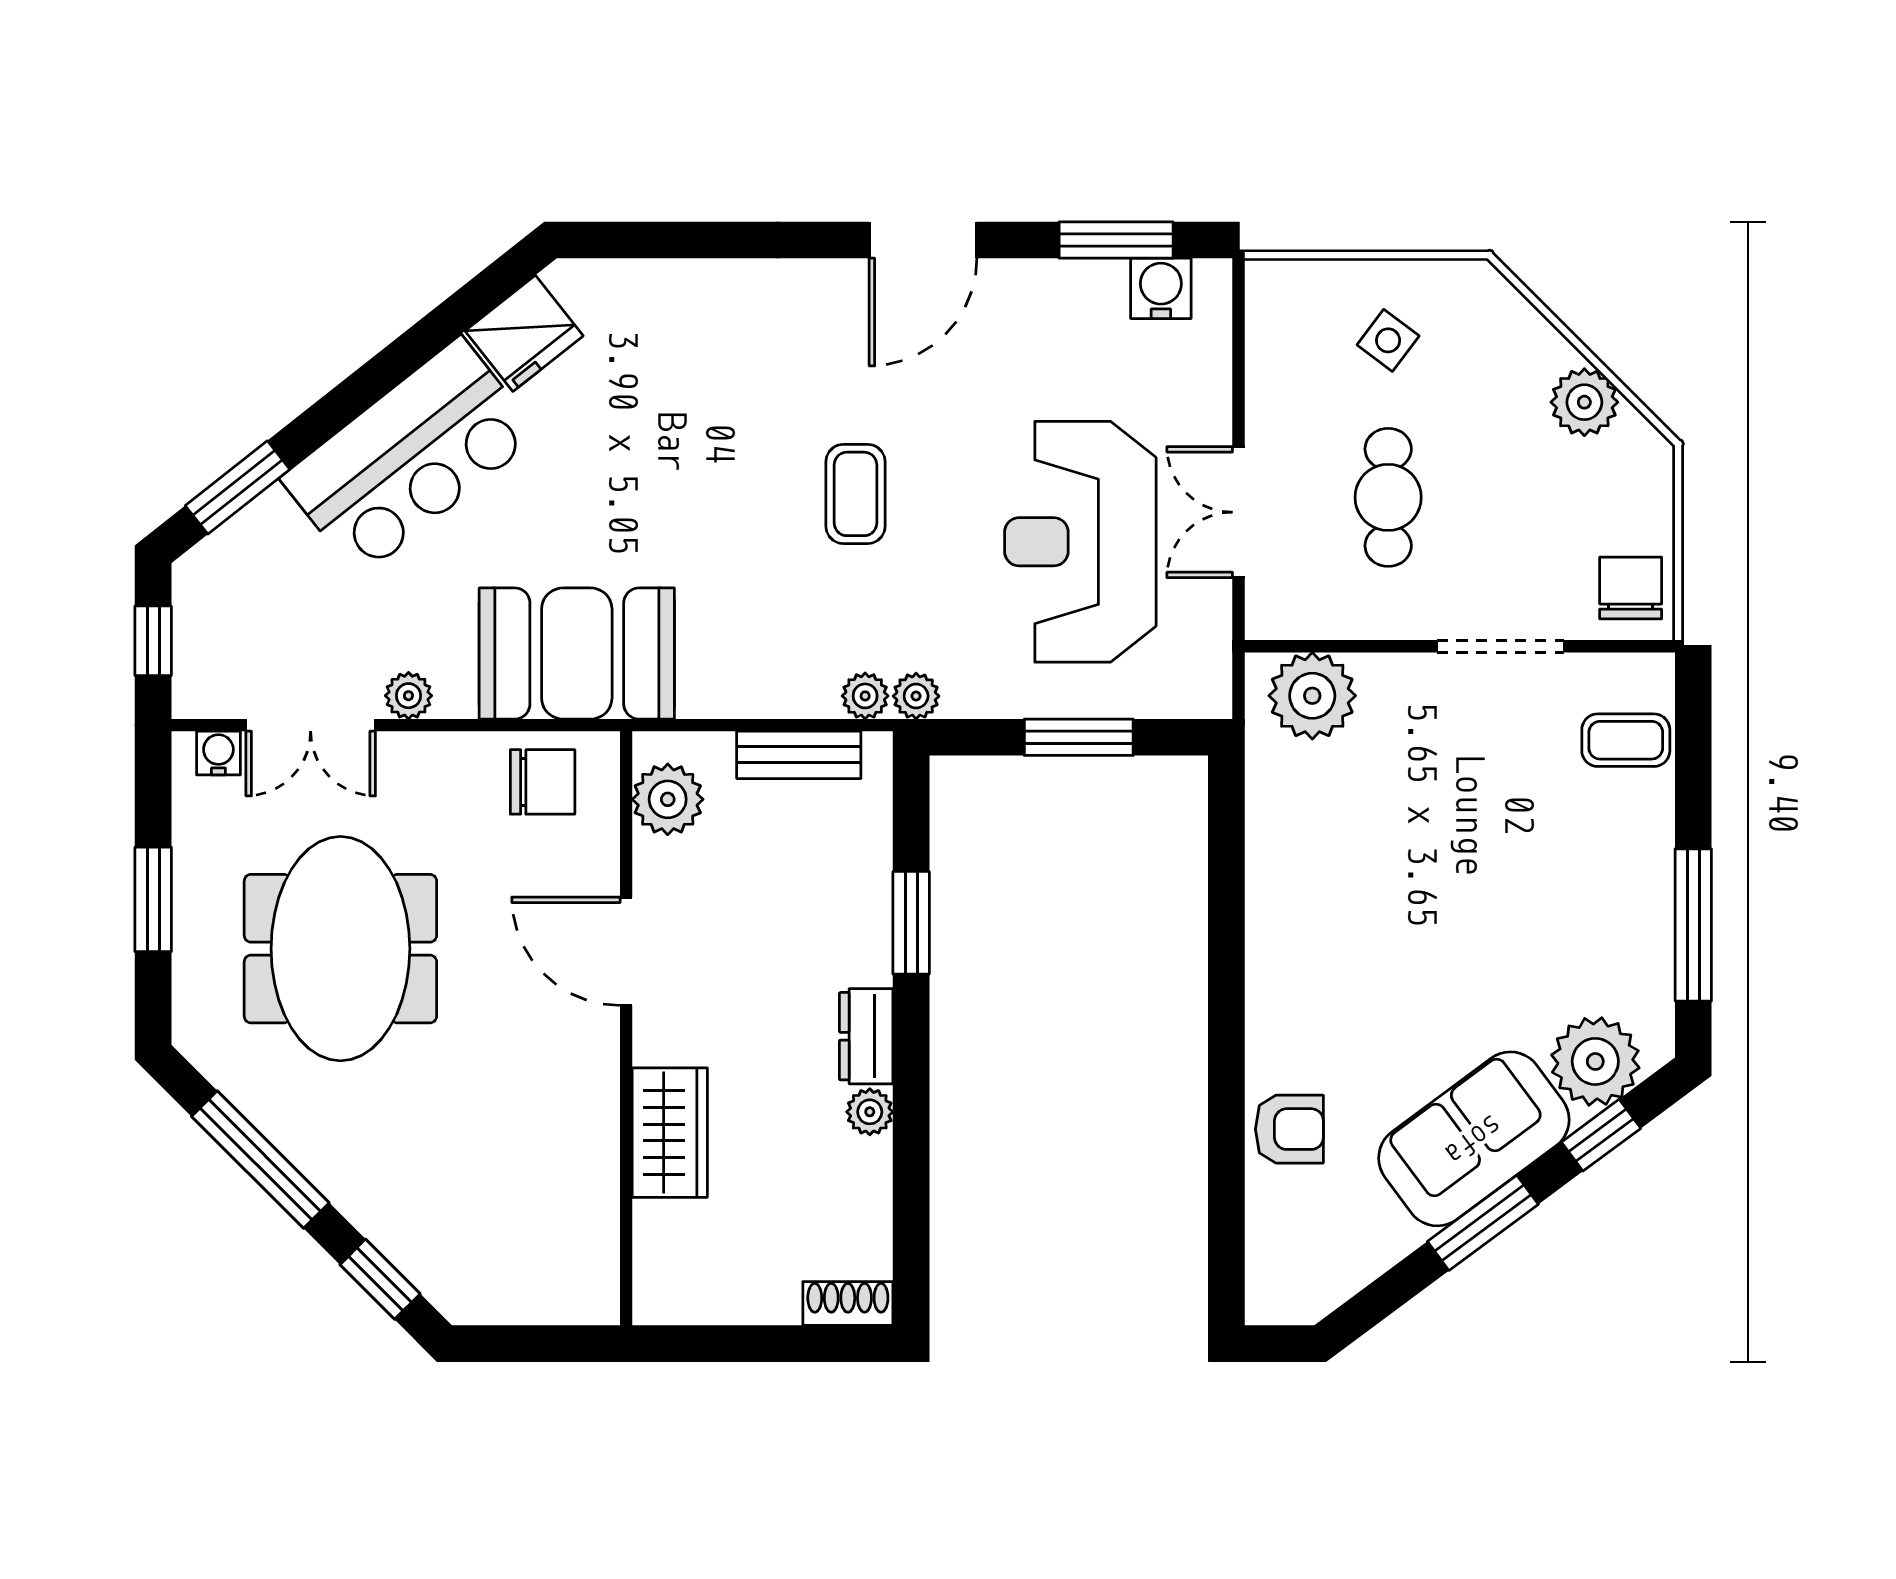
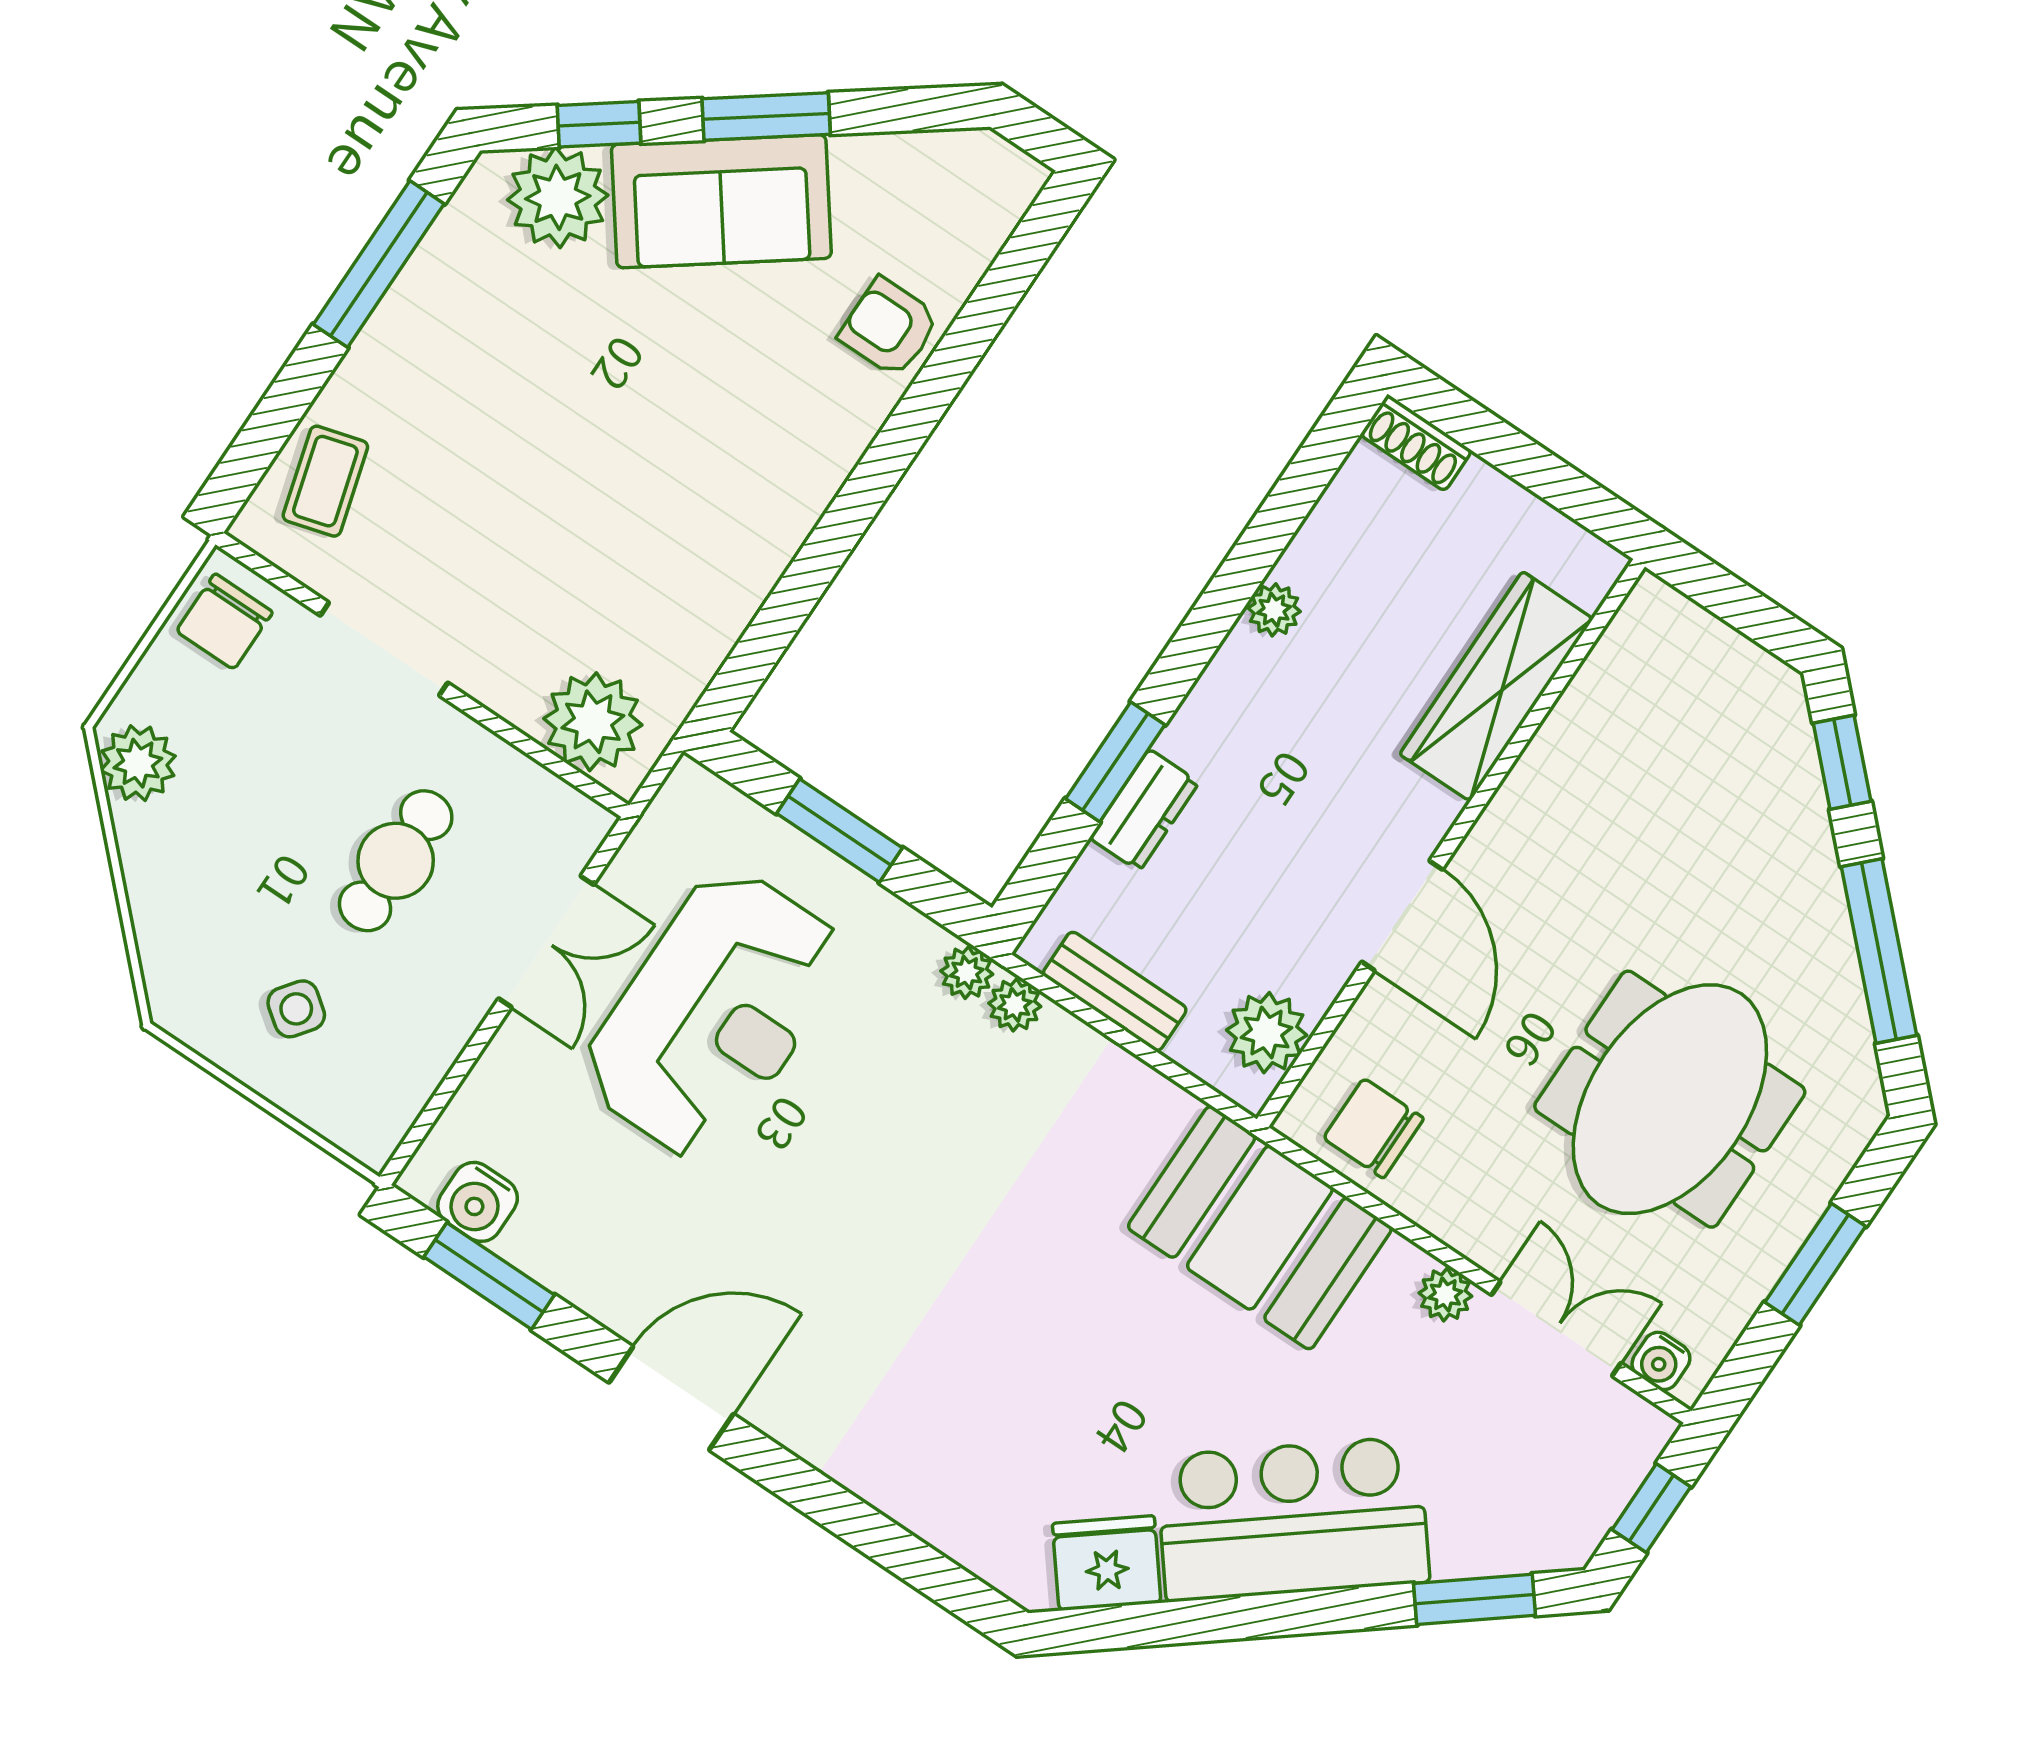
plant: (1584, 402) -> (138, 763), moved
coffee table: (856, 494) -> (896, 1202), removed
coffee table: (1626, 740) -> (325, 481), turned 74
dresser: (866, 1036) -> (1144, 810), moved
wardrobe: (670, 1133) -> (1496, 686), width x1.50

